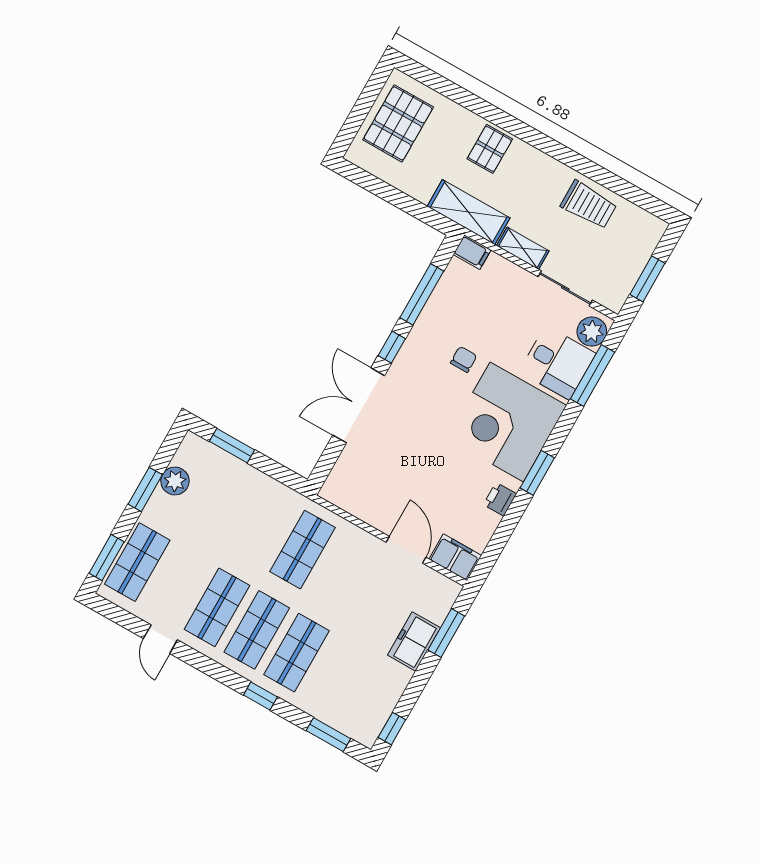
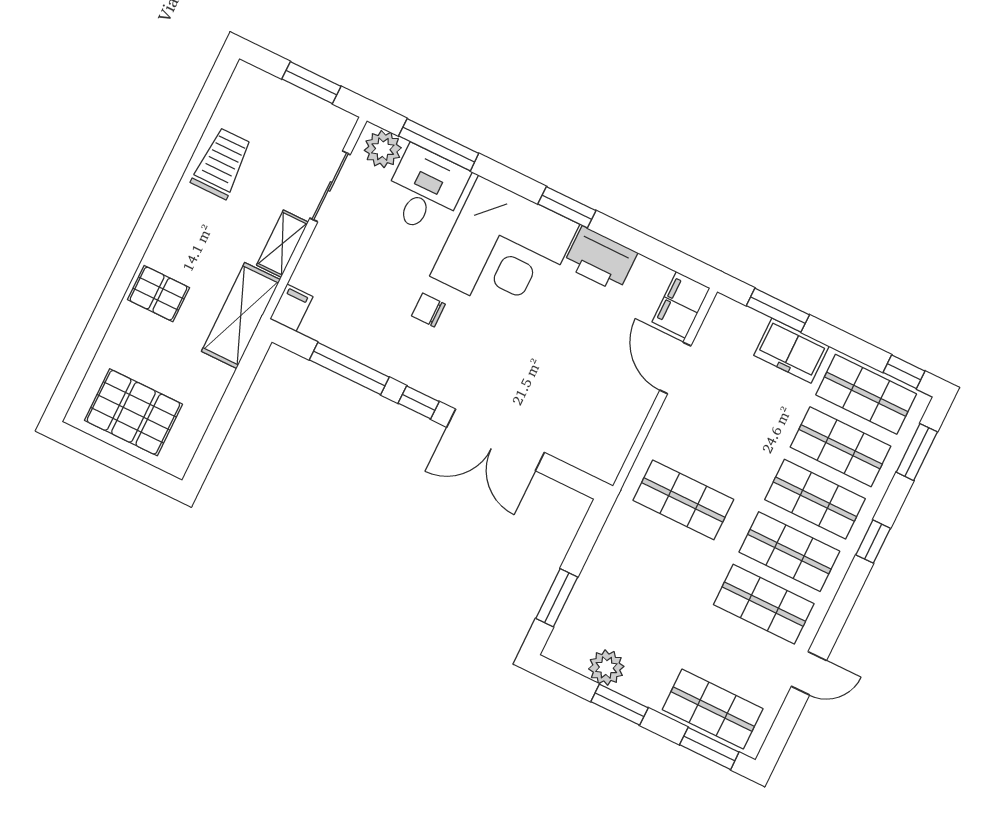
printer: (500, 499) -> (600, 259), width x1.87, depth x1.48
door: (406, 550) -> (675, 368), hinge flipped
shop shelf: (336, 675) -> (841, 447), added
shop shelf: (376, 698) -> (866, 394), added

